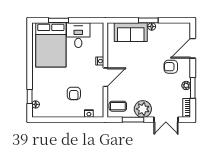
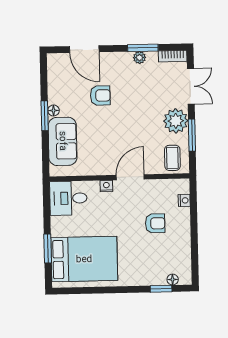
desk: (78, 35) -> (68, 198), moved
armchair: (171, 67) -> (100, 95), moved, turned -90
door: (105, 77) -> (130, 177), hinge flipped

